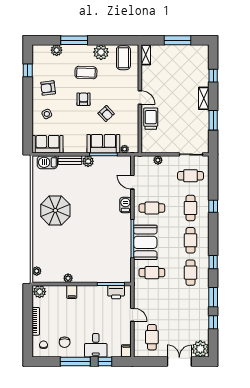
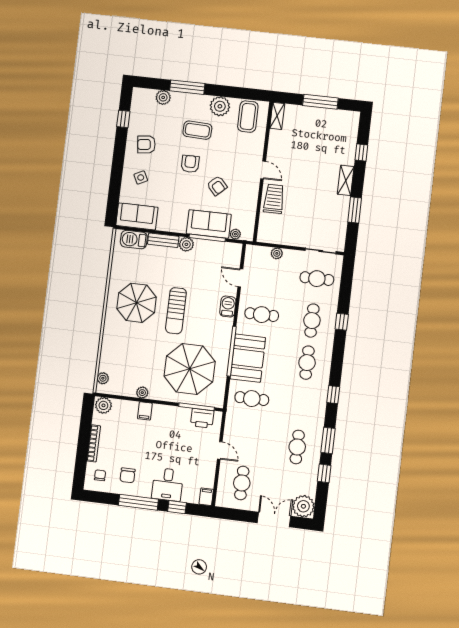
sun lounger: (86, 213) -> (176, 311), added
parasol: (102, 256) -> (190, 369), added
cafe table: (190, 273) -> (297, 447), moved

